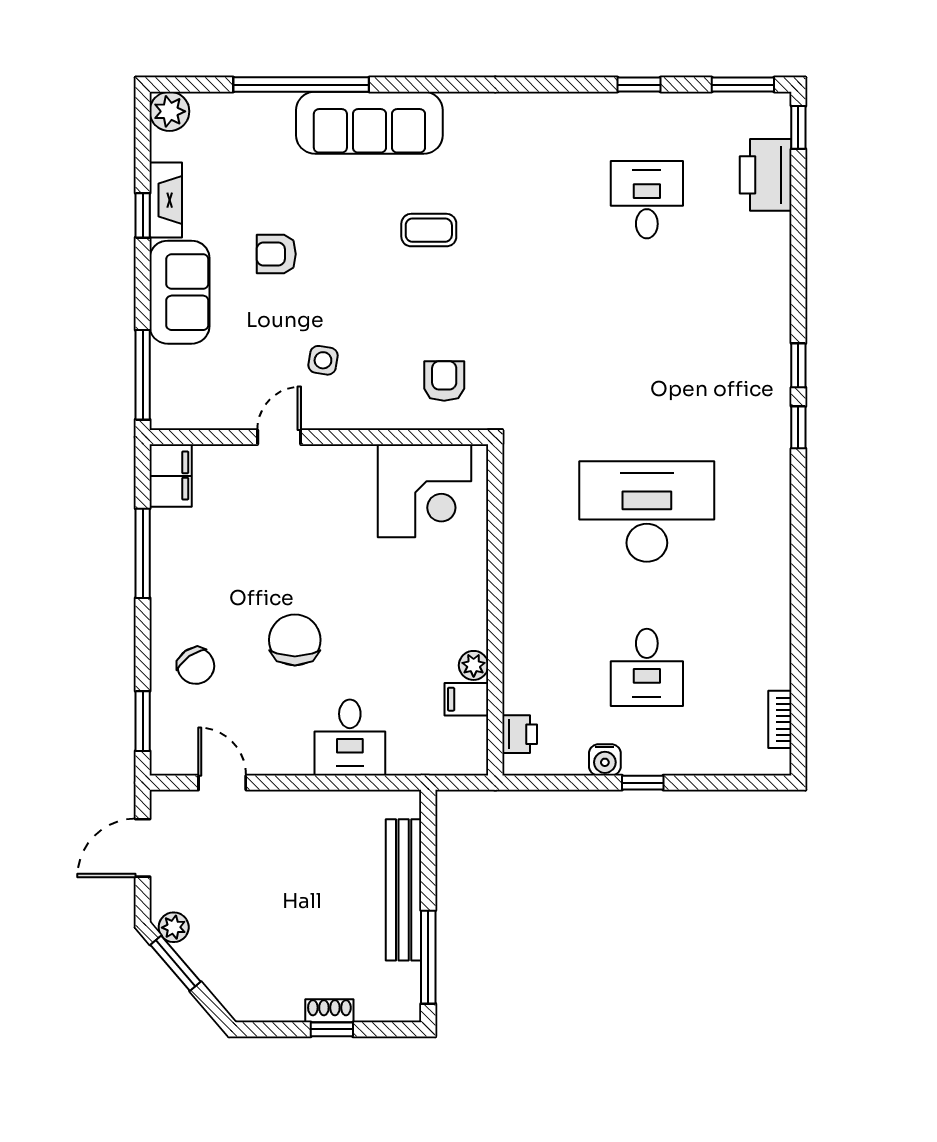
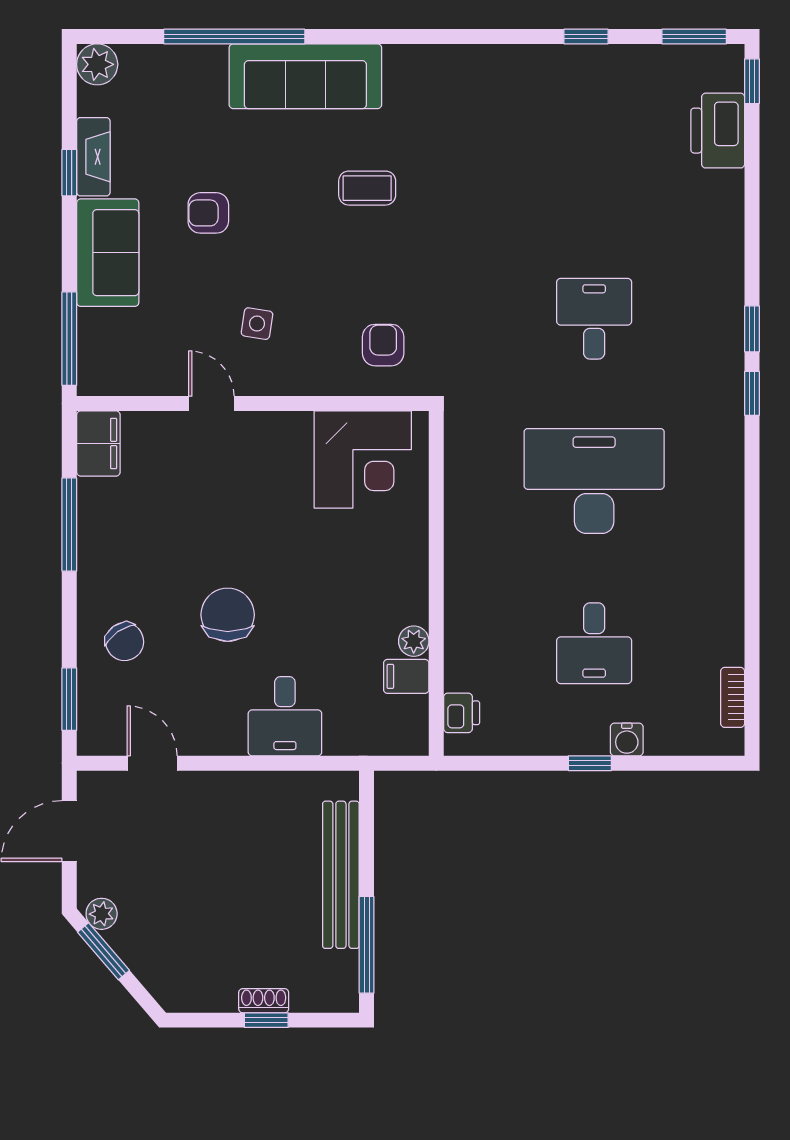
desk: (647, 200) -> (594, 319), moved
door: (279, 437) -> (211, 404), hinge flipped
water cooler: (605, 760) -> (627, 739), moved

